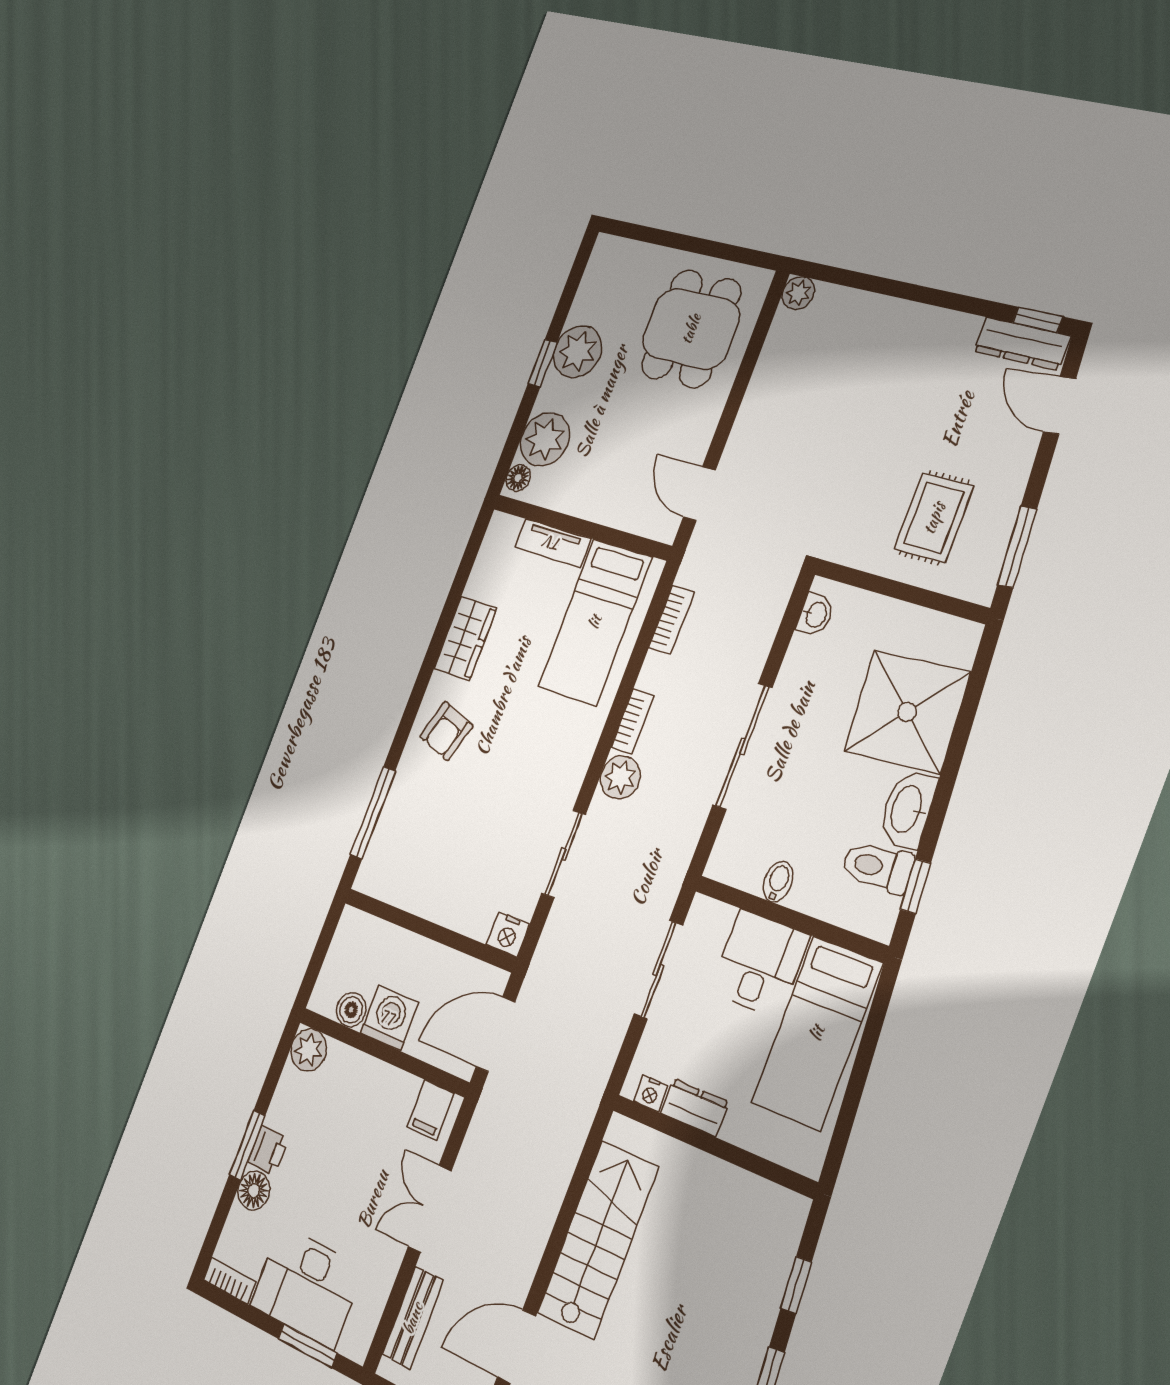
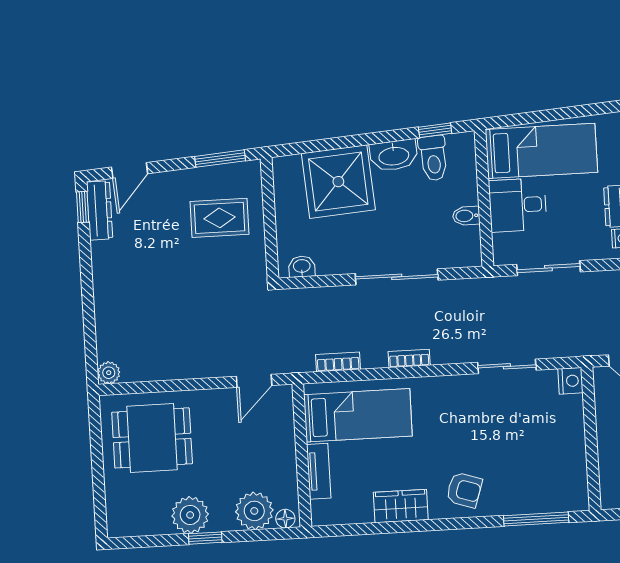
plant: (620, 777) -> (446, 350), removed

